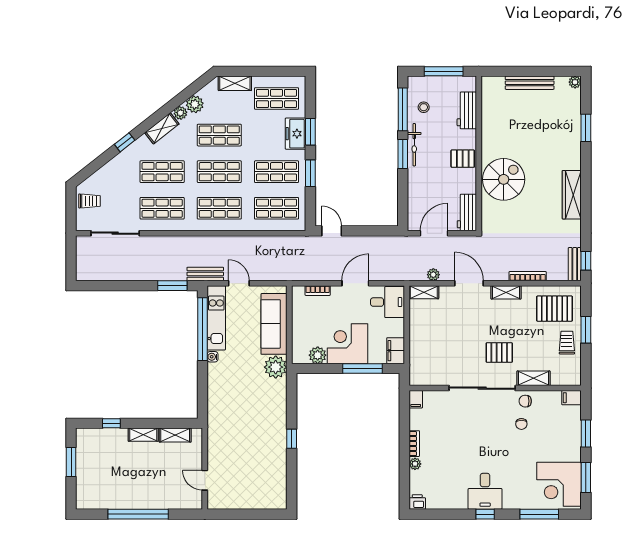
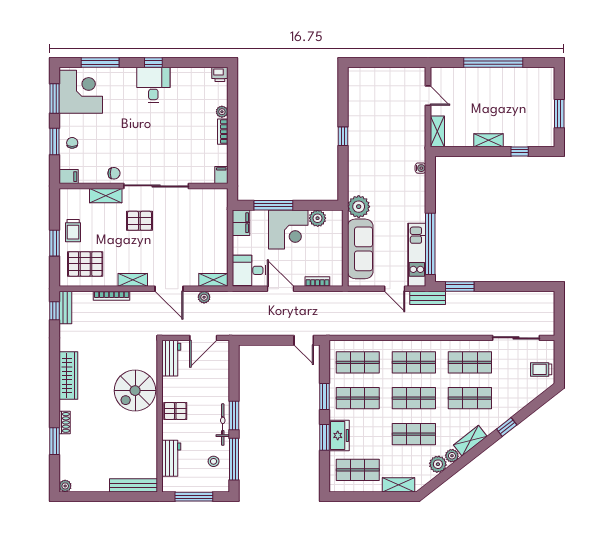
bench: (530, 83) -> (133, 485), moved
shoe rack: (576, 147) -> (65, 422), added
door: (355, 283) -> (280, 289), swing flipped
water cooler: (213, 357) -> (420, 168), moved
chair: (521, 424) -> (72, 143), moved
shelving: (175, 435) -> (437, 131), moved, turned 90

